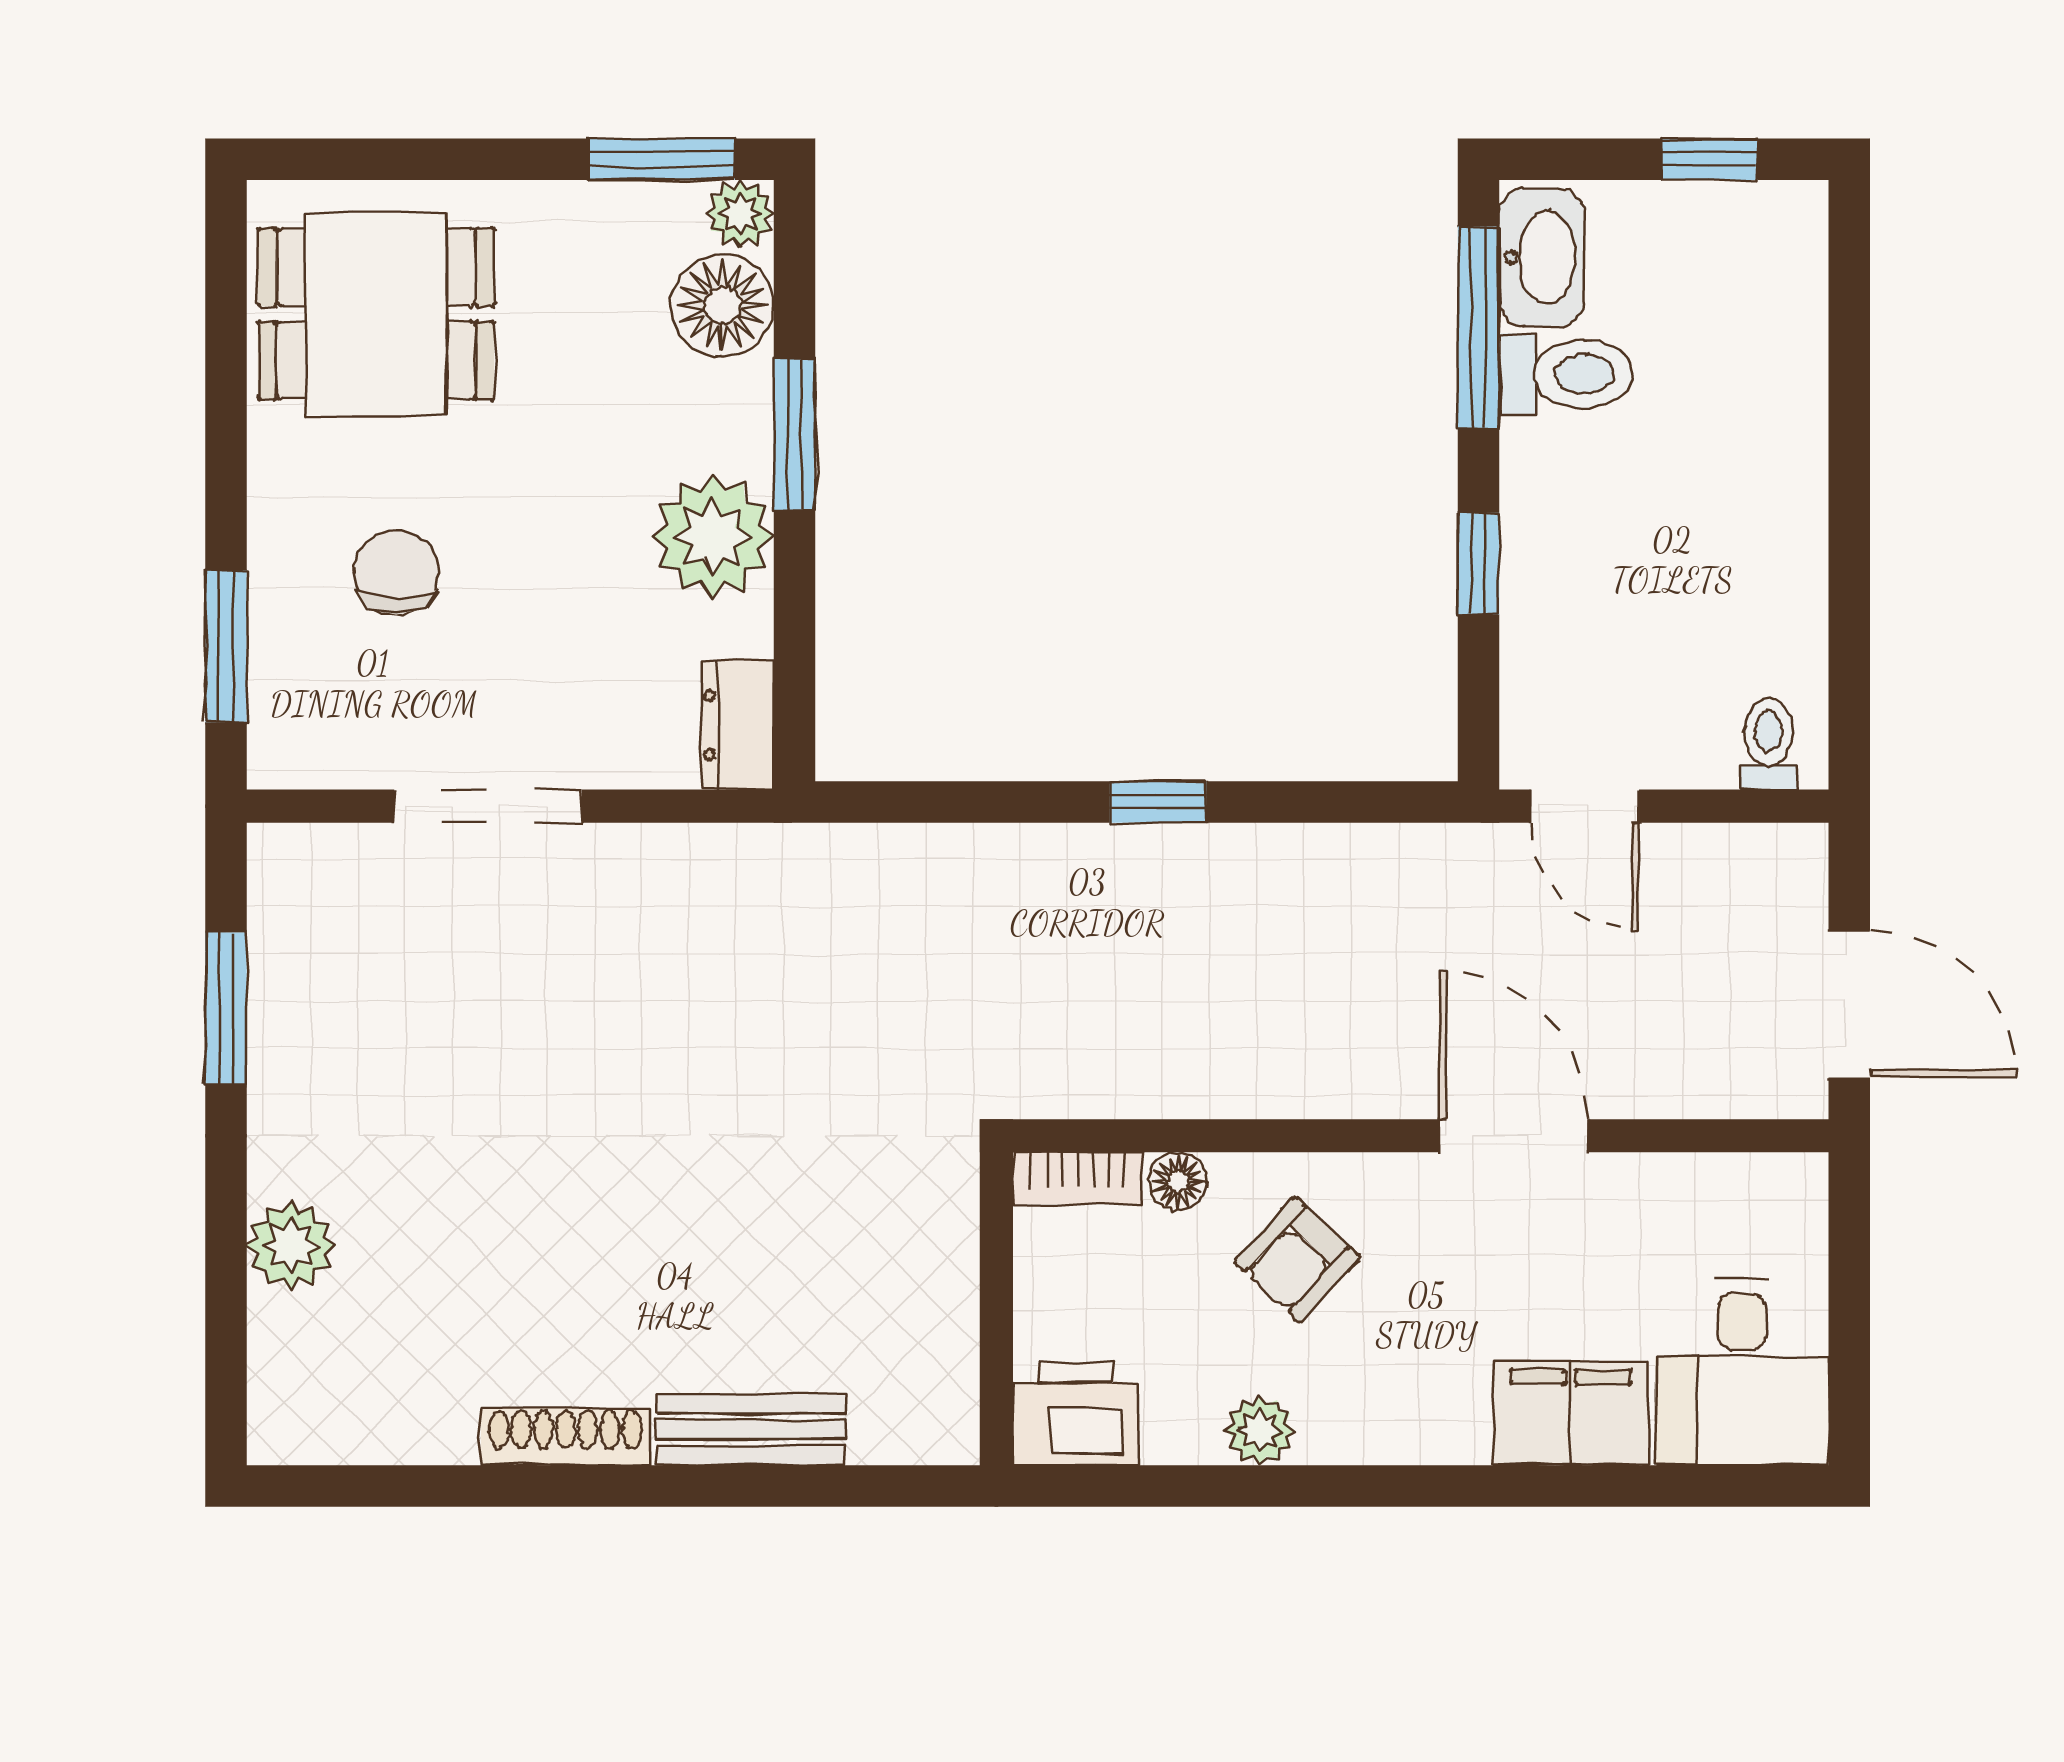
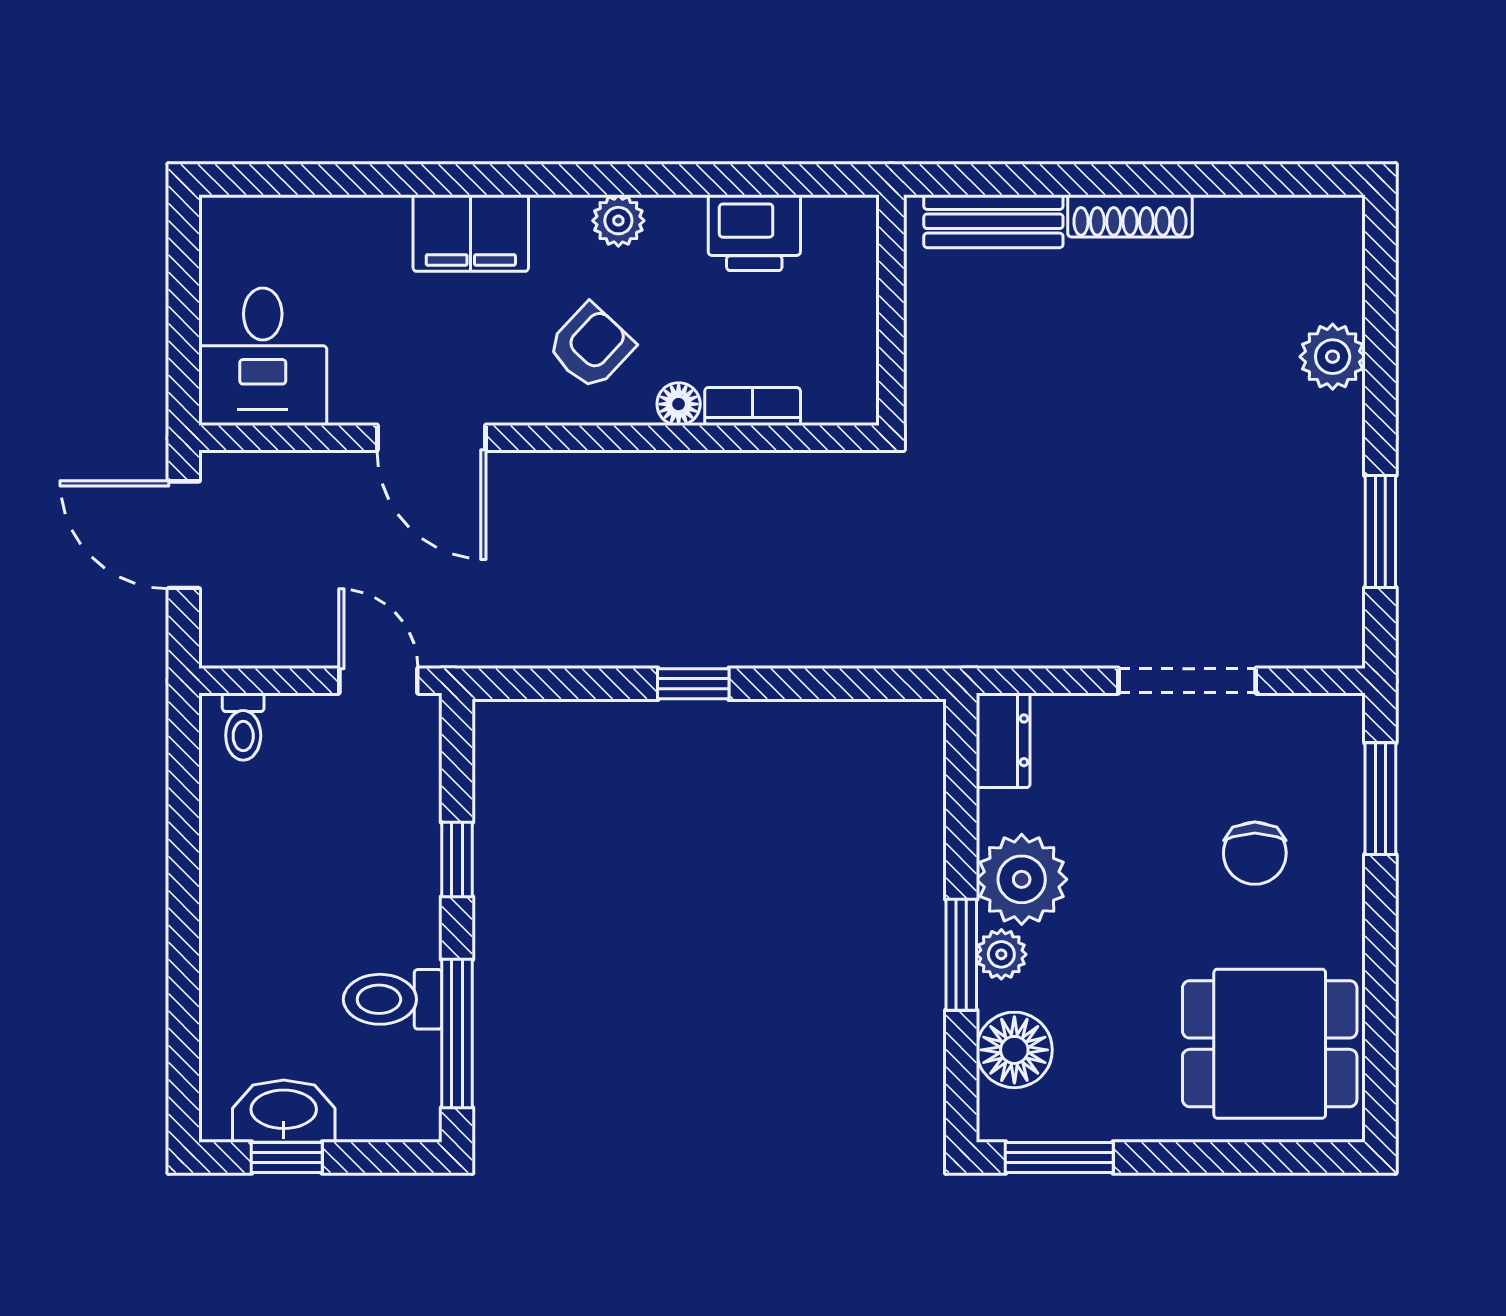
plant: (740, 214) -> (1001, 954), moved
washbasin: (1541, 258) -> (284, 1111), moved, turned 90
wall: (996, 1309) -> (891, 310), moved
desk: (1742, 1372) -> (263, 357), moved, turned 180
filing cabinet: (1571, 1413) -> (471, 233), moved

